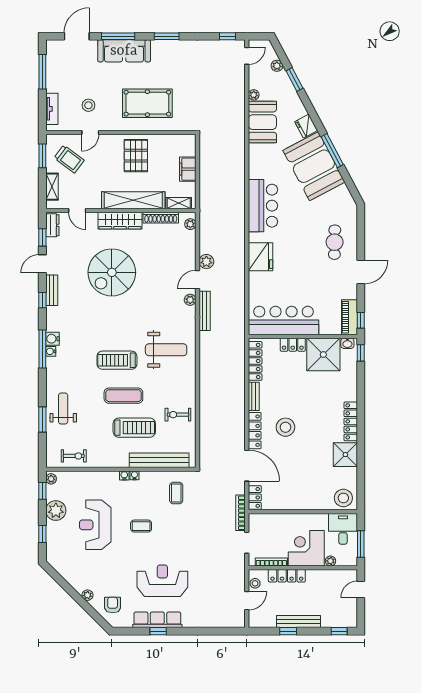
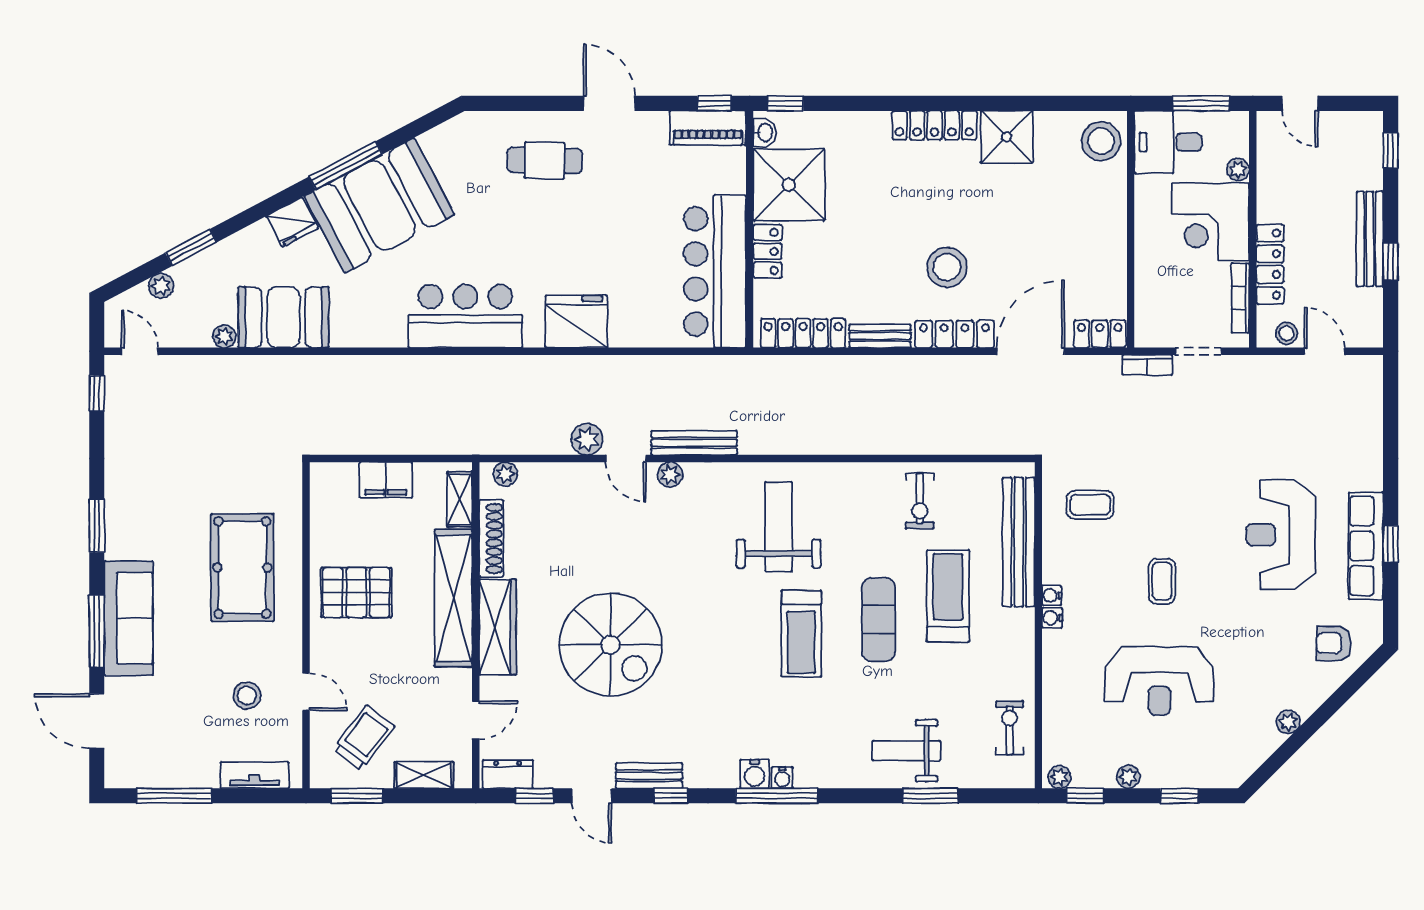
plant: (56, 511) -> (1128, 777), width x0.53, depth x0.53
bookcase: (241, 513) -> (1147, 365), width x0.64
plant: (87, 595) -> (1288, 722), moved

